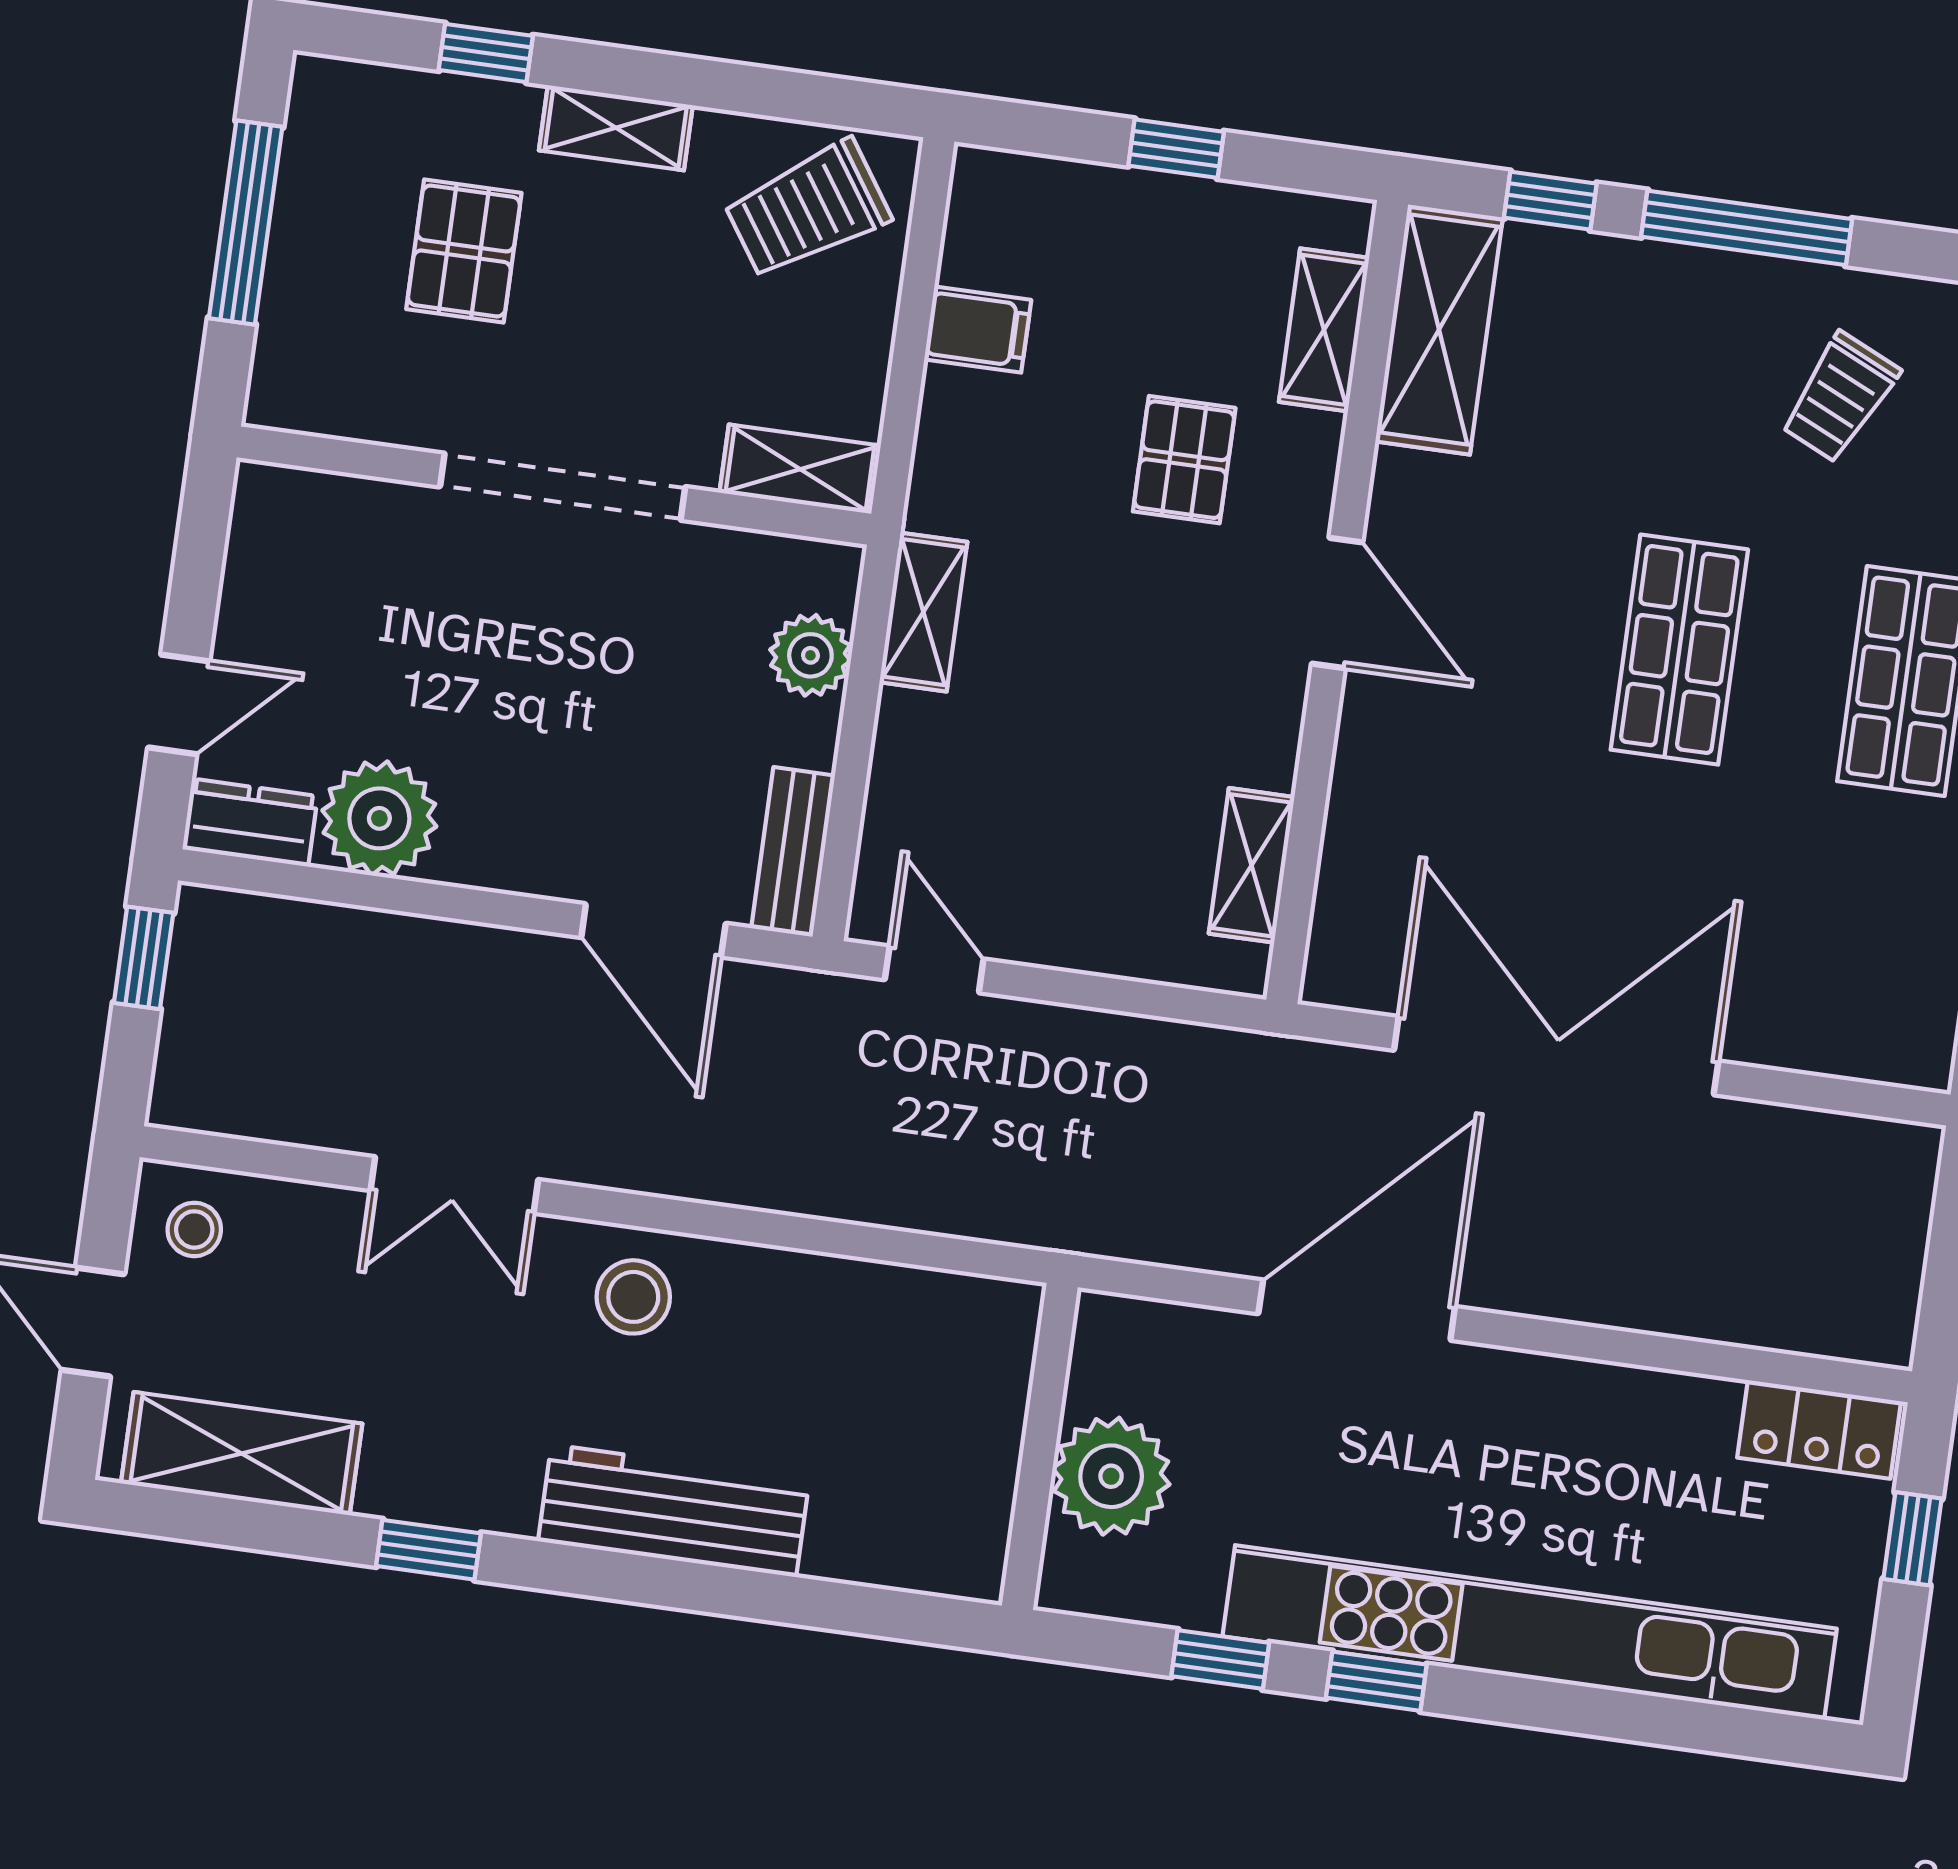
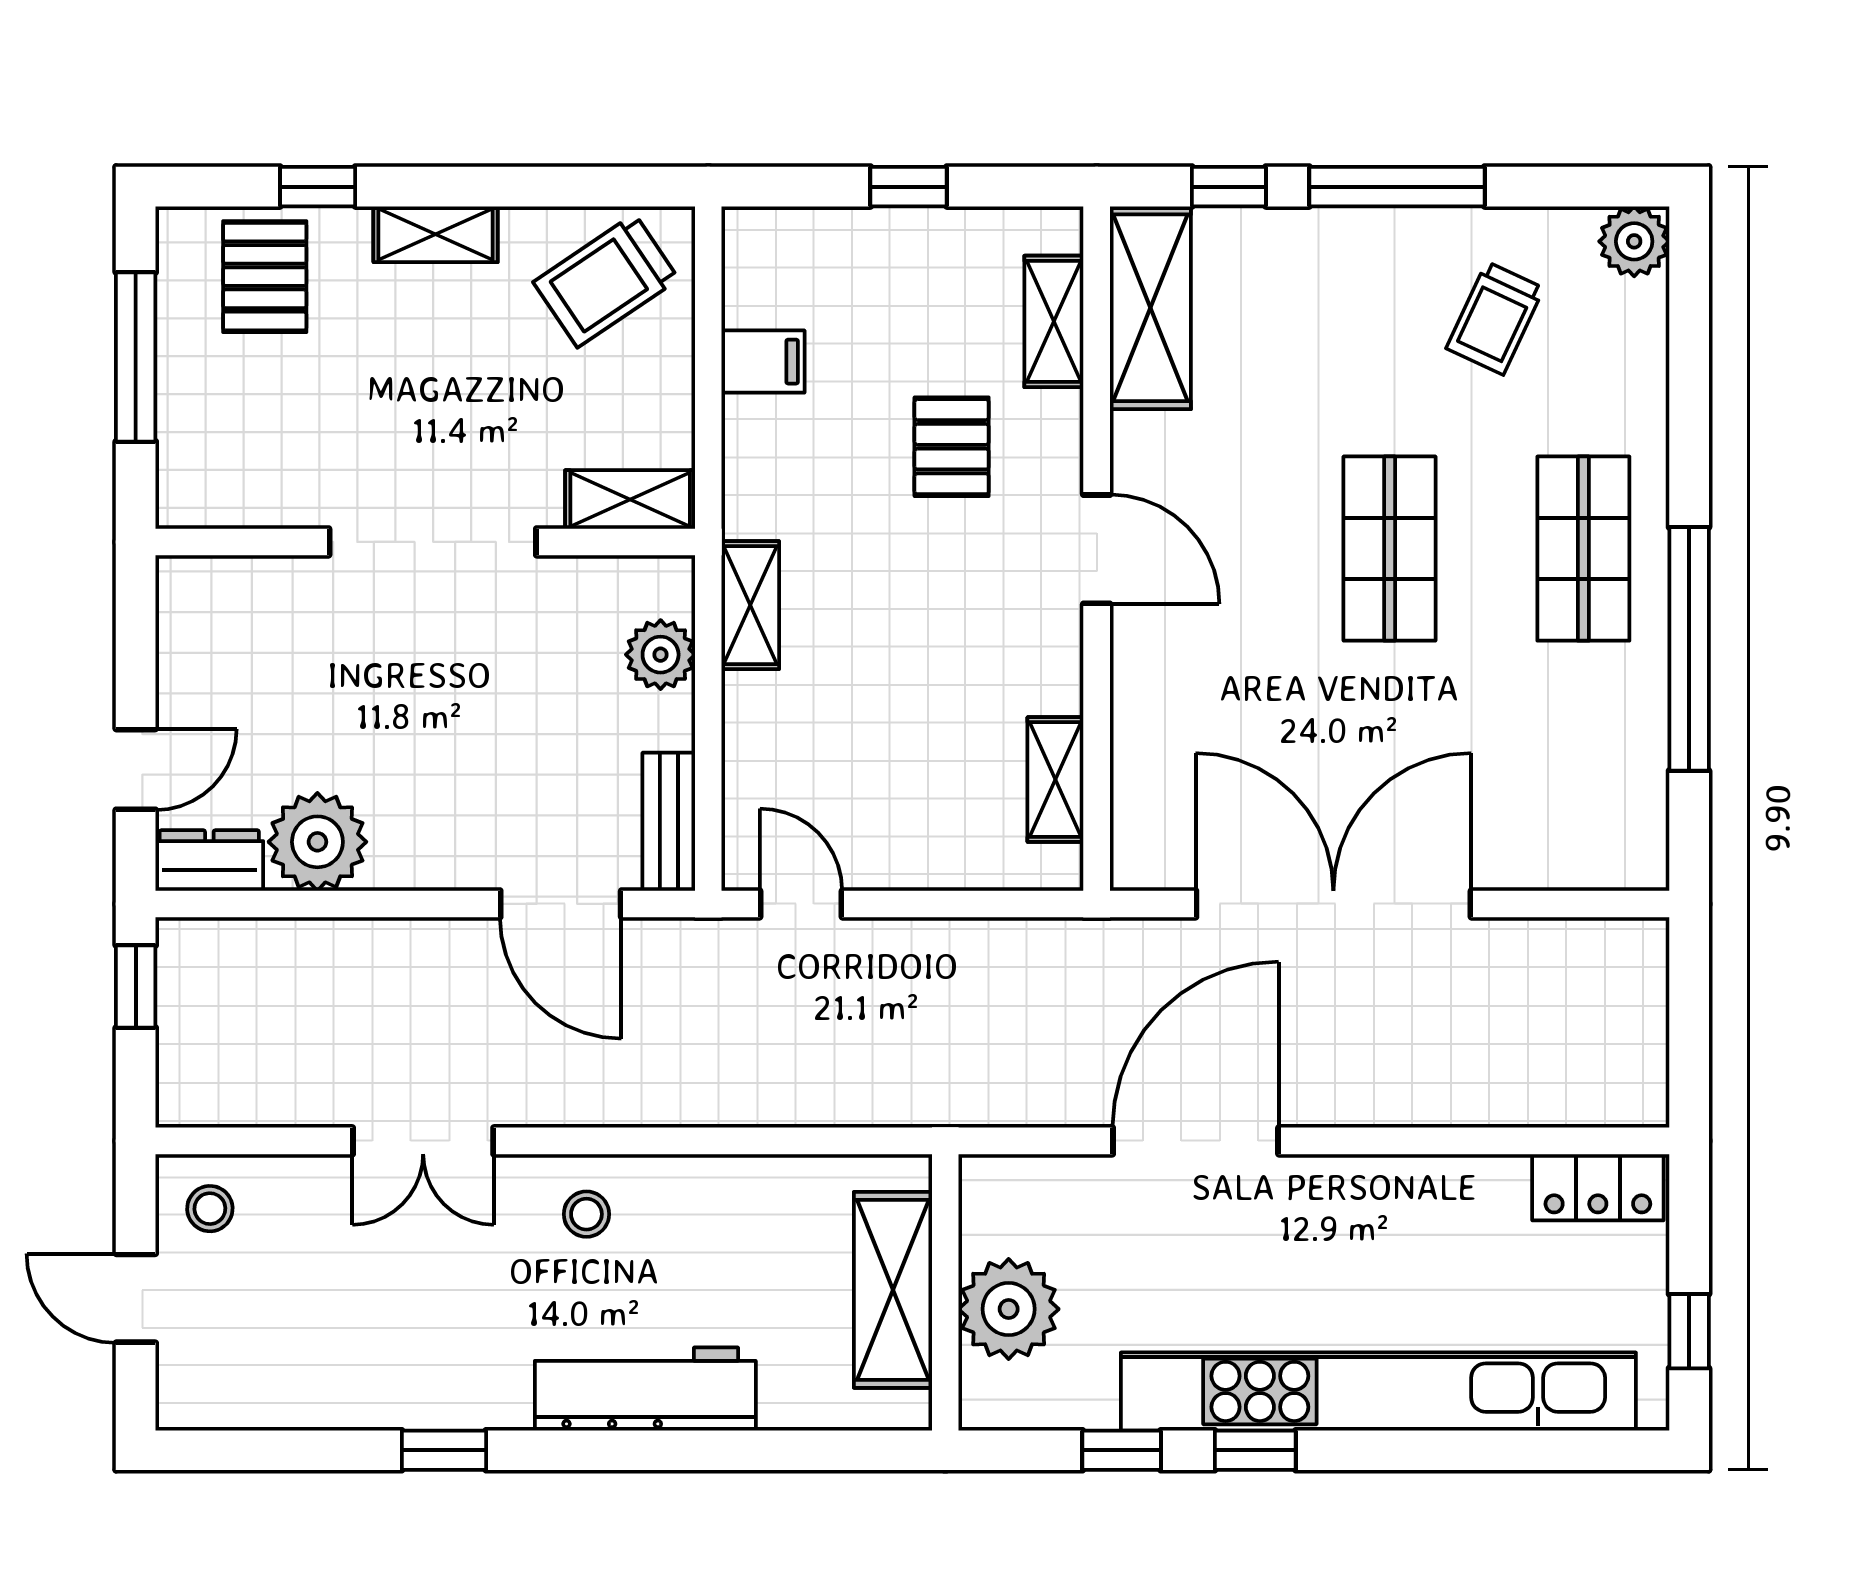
pallet: (464, 251) -> (265, 277), moved
stool: (633, 1297) -> (586, 1214), width x0.73, depth x0.73
shelving: (242, 1454) -> (893, 1290), moved, turned 90
window: (1913, 1539) -> (1689, 1331), moved

